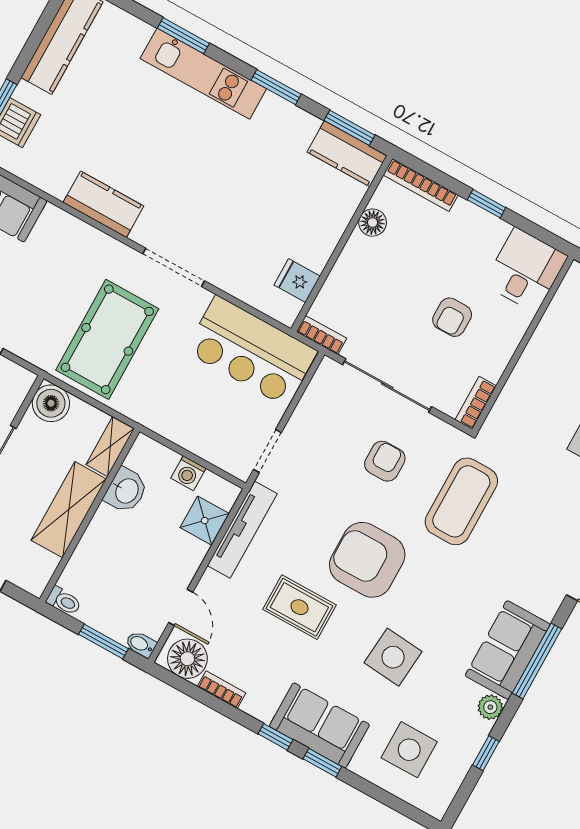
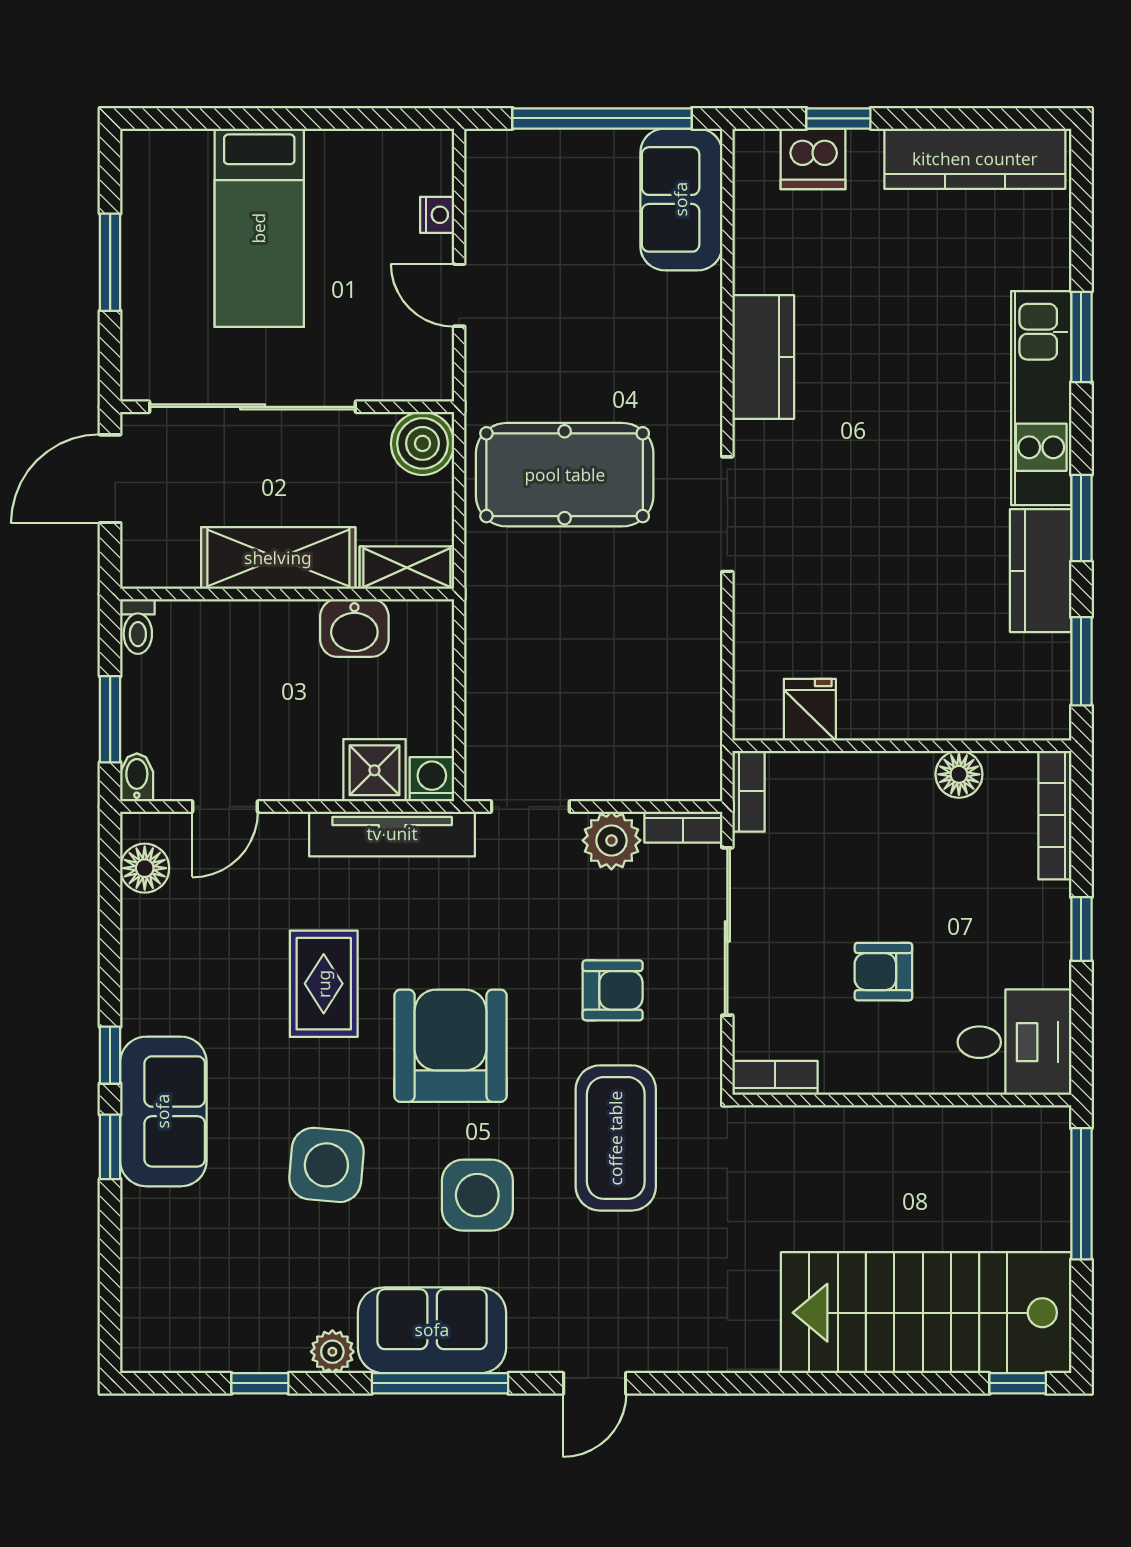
kitchen counter: (347, 154) -> (1041, 571), moved
bar counter: (251, 351) -> (667, 699), removed
plant: (308, 419) -> (611, 840), added
washing machine: (188, 473) -> (432, 779), moved, turned 90
coffee table: (461, 501) -> (616, 1138), turned 90
floor lamp: (187, 659) -> (145, 868), width x0.73, depth x0.73
bookcase: (222, 690) -> (683, 827), moved, turned 90
side table: (409, 750) -> (477, 1195), moved

